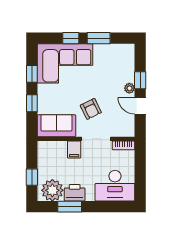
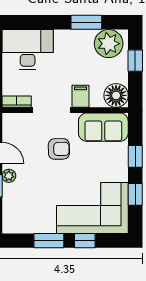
armchair: (91, 109) -> (59, 149), turned 115
floor lamp: (47, 150) -> (116, 95), added
printer: (75, 193) -> (80, 40), removed

